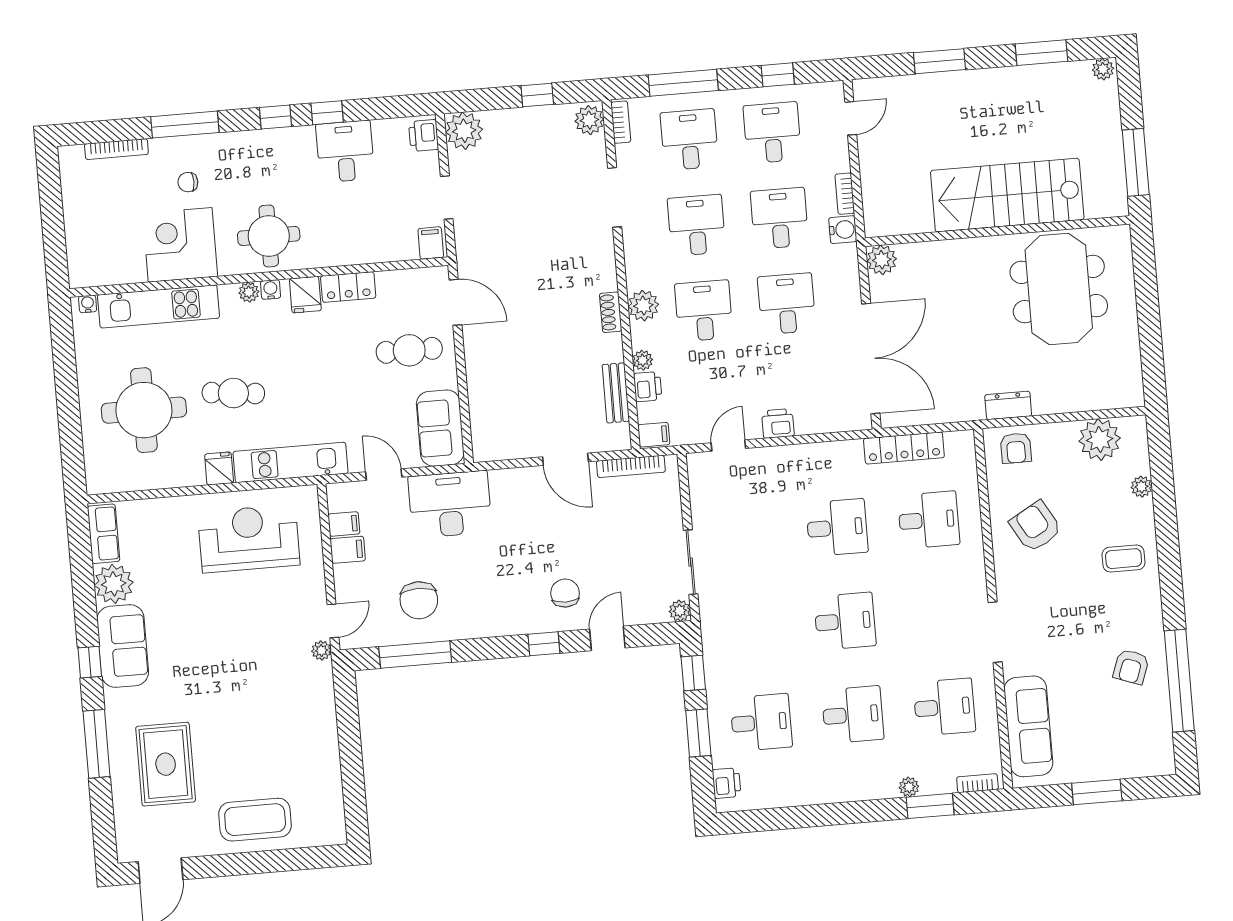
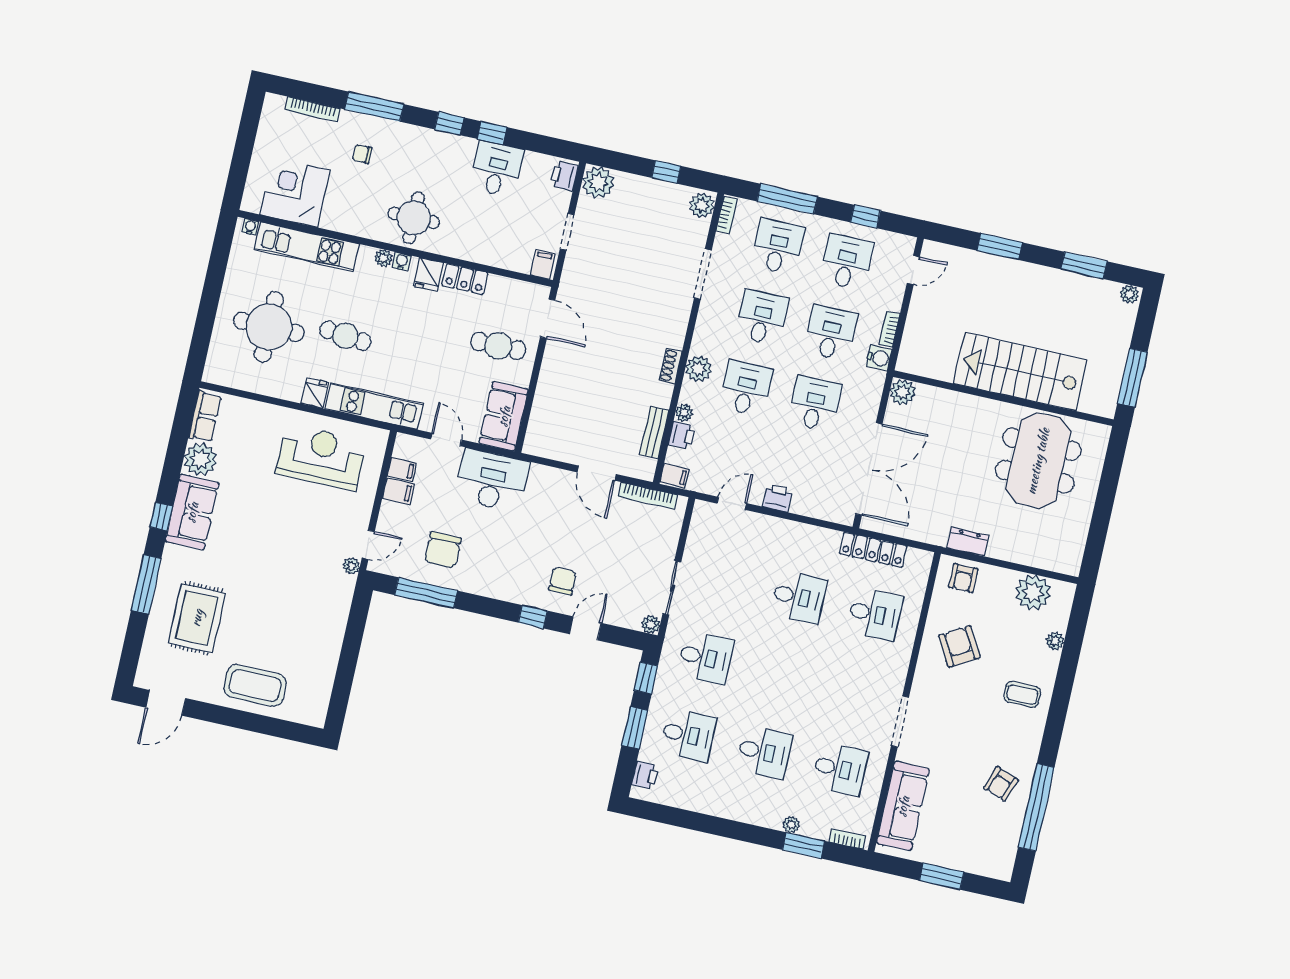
corner desk: (180, 245) -> (295, 193), moved
desk: (845, 621) -> (706, 658), moved

